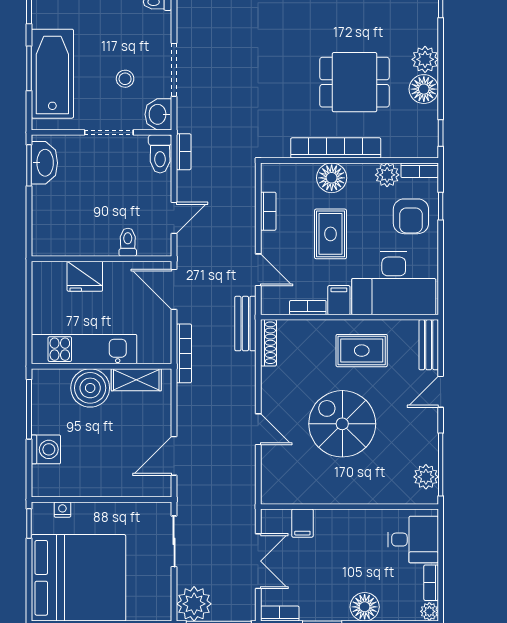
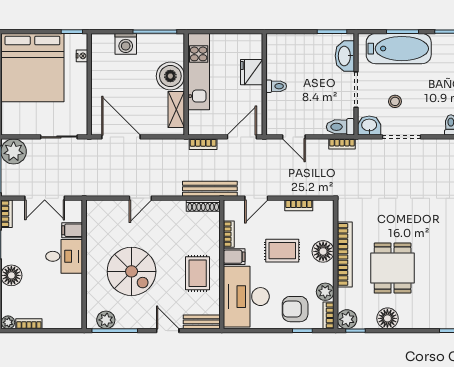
plant: (425, 59) -> (347, 319), moved
washbasin: (44, 163) -> (345, 56), moved, turned 90
toilet: (128, 242) -> (276, 86), moved
bench: (245, 324) -> (210, 189), width x1.36
bookcase: (184, 353) -> (203, 144), width x0.64
spiral stairs: (342, 424) -> (132, 271), moved, turned 90
door: (174, 456) -> (121, 137), width x1.36
desk: (413, 540) -> (64, 256), moved, turned -90

